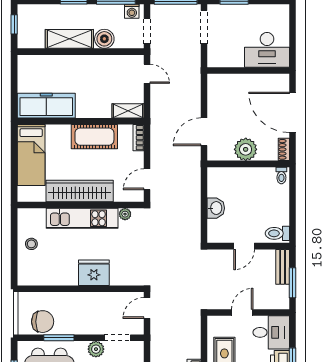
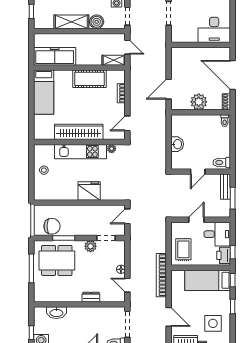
freezer: (46, 106) -> (55, 56), moved
shelving: (128, 111) -> (114, 60), moved
wall: (81, 121) -> (79, 68), moved
cot: (94, 137) -> (89, 79), moved
bed: (31, 155) -> (44, 92), moved

